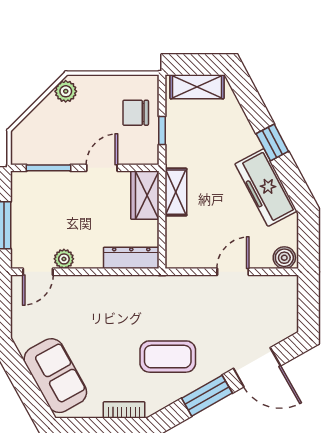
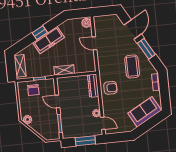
freezer: (266, 188) -> (49, 40), moved
wardrobe: (145, 195) -> (67, 83), removed
armchair: (122, 299) -> (110, 88), added

